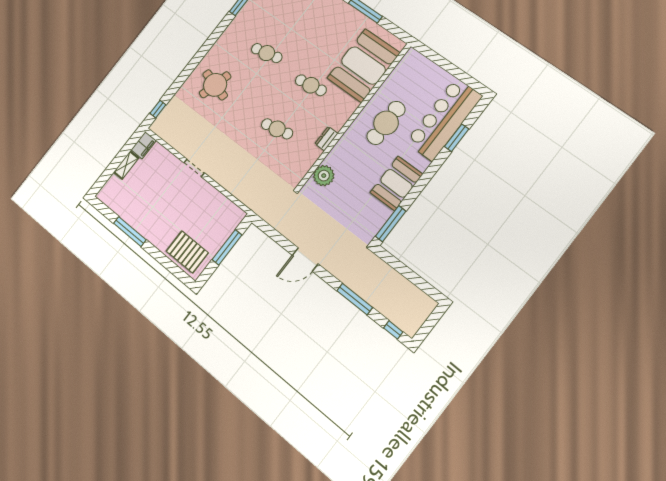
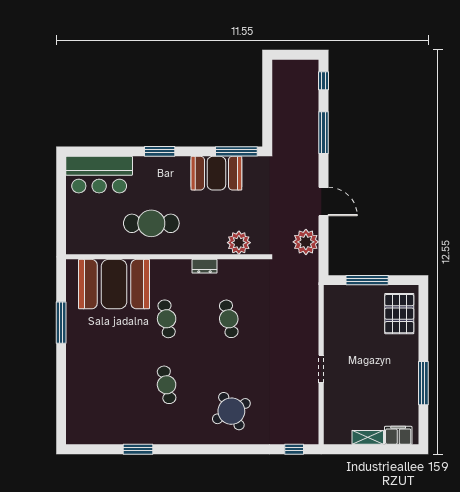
round table: (215, 85) -> (231, 411), turned 45
bar counter: (444, 119) -> (99, 175), width x0.73
window: (457, 138) -> (160, 151), moved
filing cabinet: (144, 145) -> (398, 435), moved
booth: (396, 183) -> (216, 173), moved
plant: (287, 224) -> (306, 242), added

